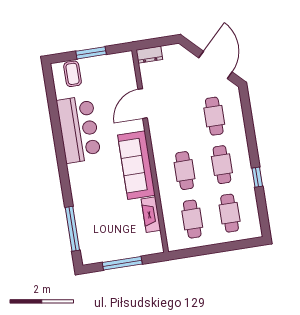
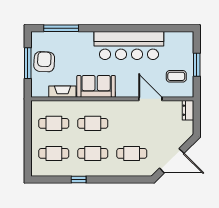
coffee table: (73, 74) -> (176, 76), moved
bar counter: (79, 129) -> (129, 46), width x1.36
sofa: (136, 165) -> (96, 86), width x0.73
armchair: (117, 243) -> (44, 62), added

